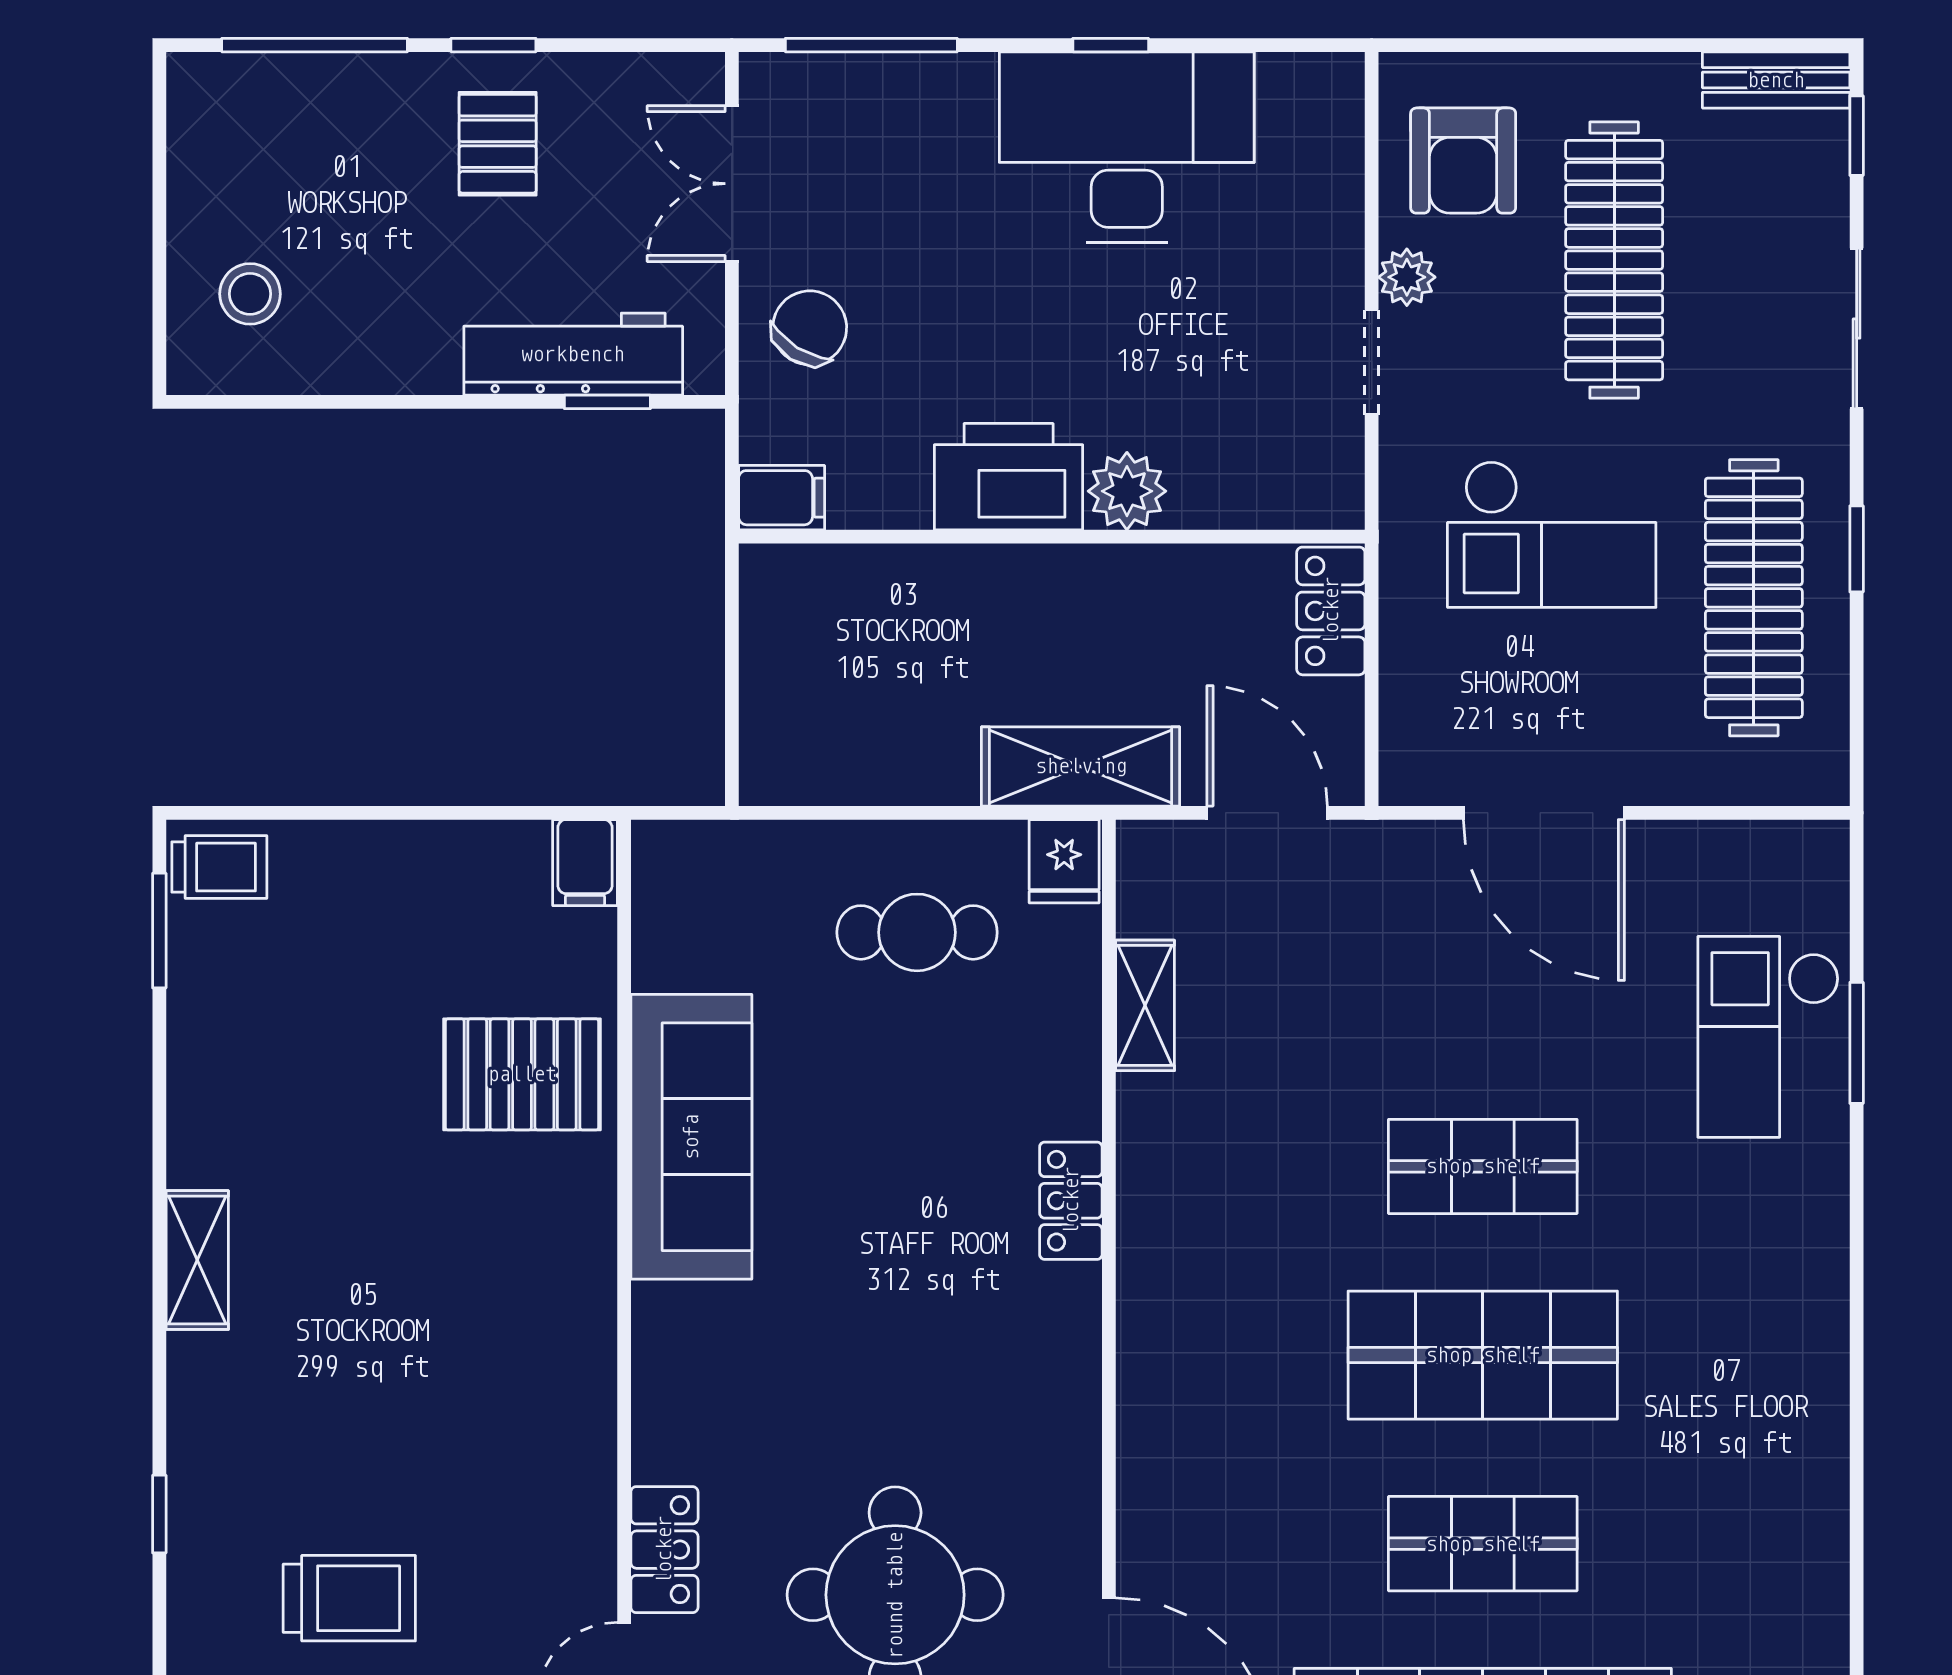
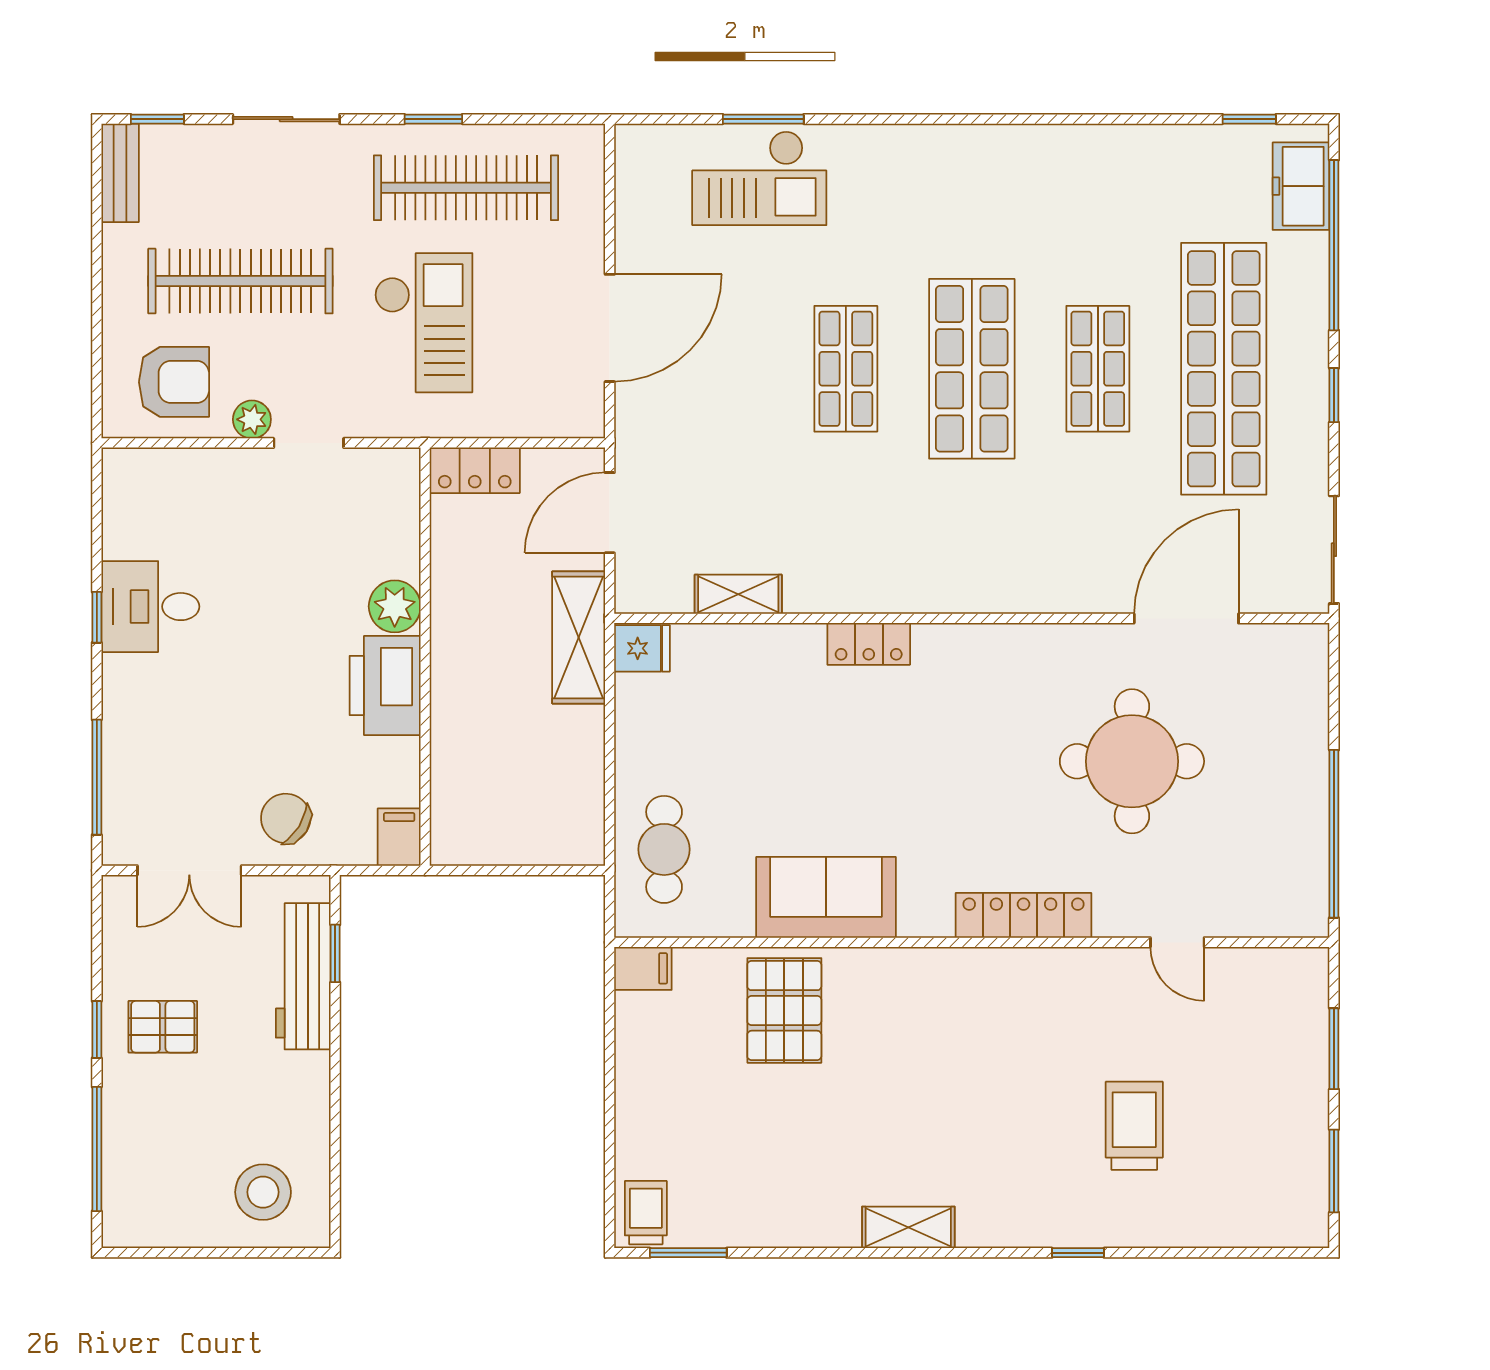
desk: (1127, 147) -> (150, 607), width x0.53, depth x0.77
stool: (250, 294) -> (263, 1192), width x1.38, depth x1.38
cafe table: (917, 932) -> (664, 849), moved
sofa: (691, 1137) -> (826, 897), width x0.73
locker: (664, 1550) -> (1023, 915), moved, width x1.53

